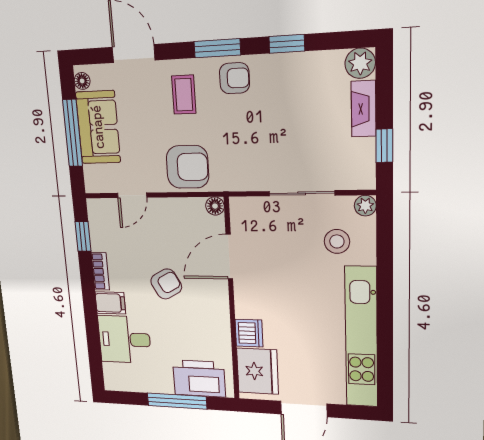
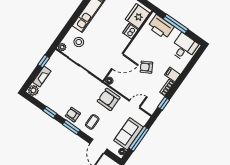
desk: (124, 339) -> (184, 47), moved, turned -90

